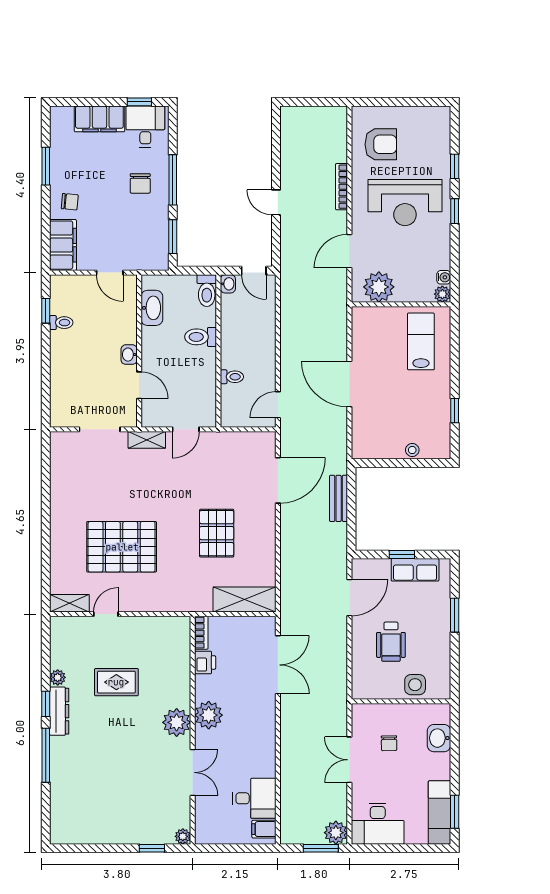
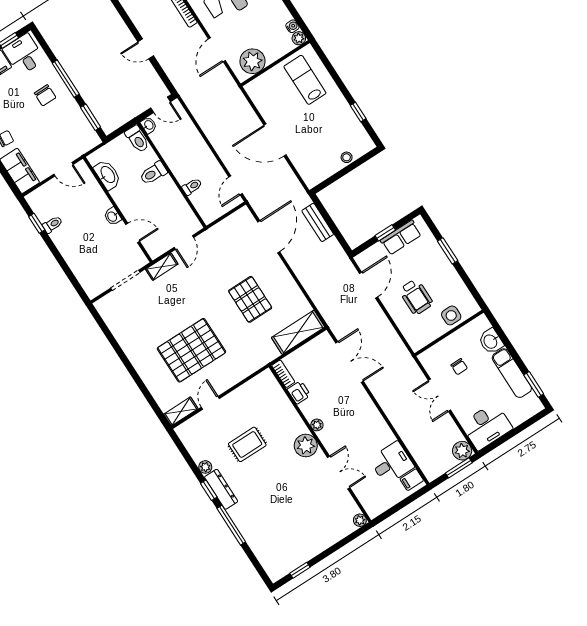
plant: (209, 715) -> (317, 425), width x0.53, depth x0.53
exam couch: (440, 812) -> (512, 373), moved
window: (152, 848) -> (300, 570), moved

